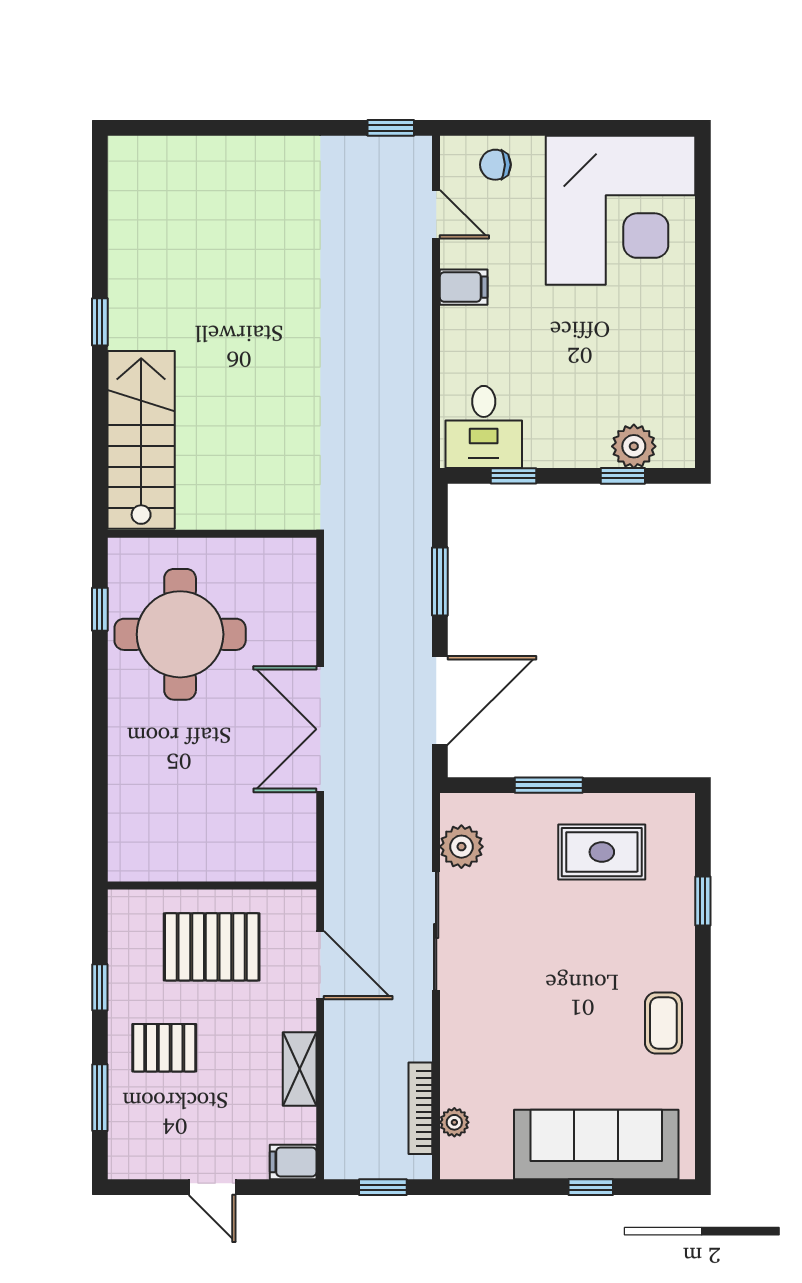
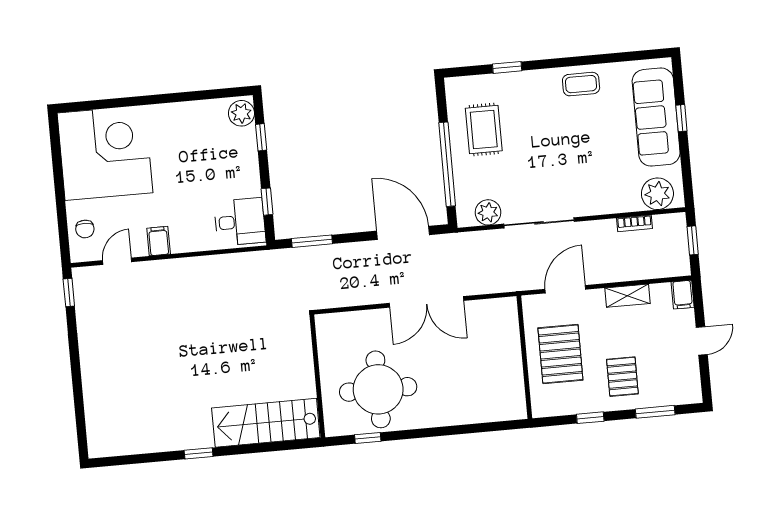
plant: (634, 446) -> (241, 113), moved
window: (440, 581) -> (312, 241), moved
window: (549, 785) -> (447, 164), width x2.11
bookcase: (420, 1108) -> (635, 223), width x0.64
plant: (454, 1122) -> (657, 194), width x1.88, depth x1.88

